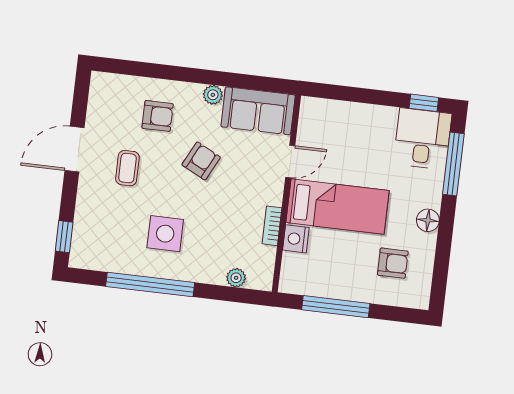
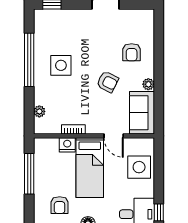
side table: (346, 126) -> (139, 167), added
coffee table: (127, 168) -> (98, 38), removed

